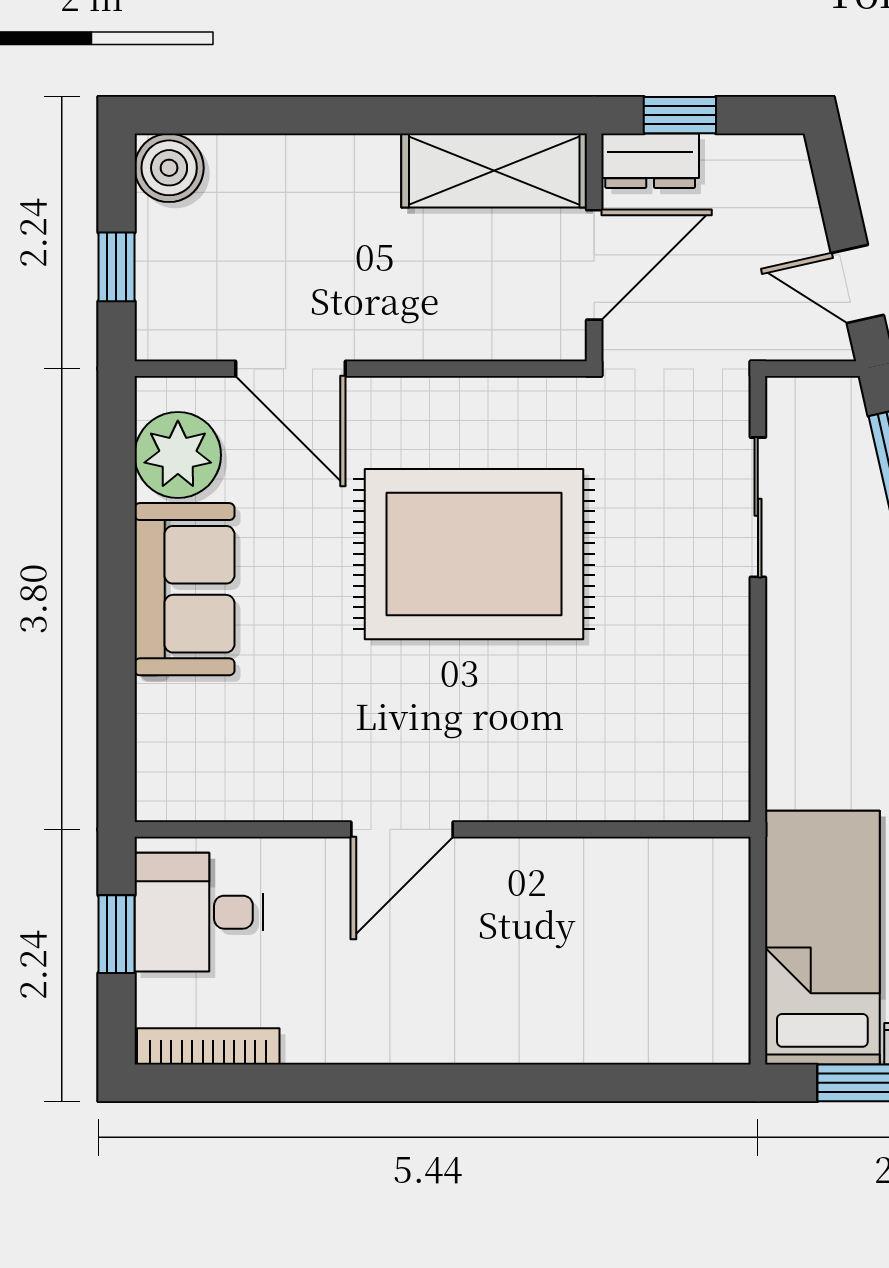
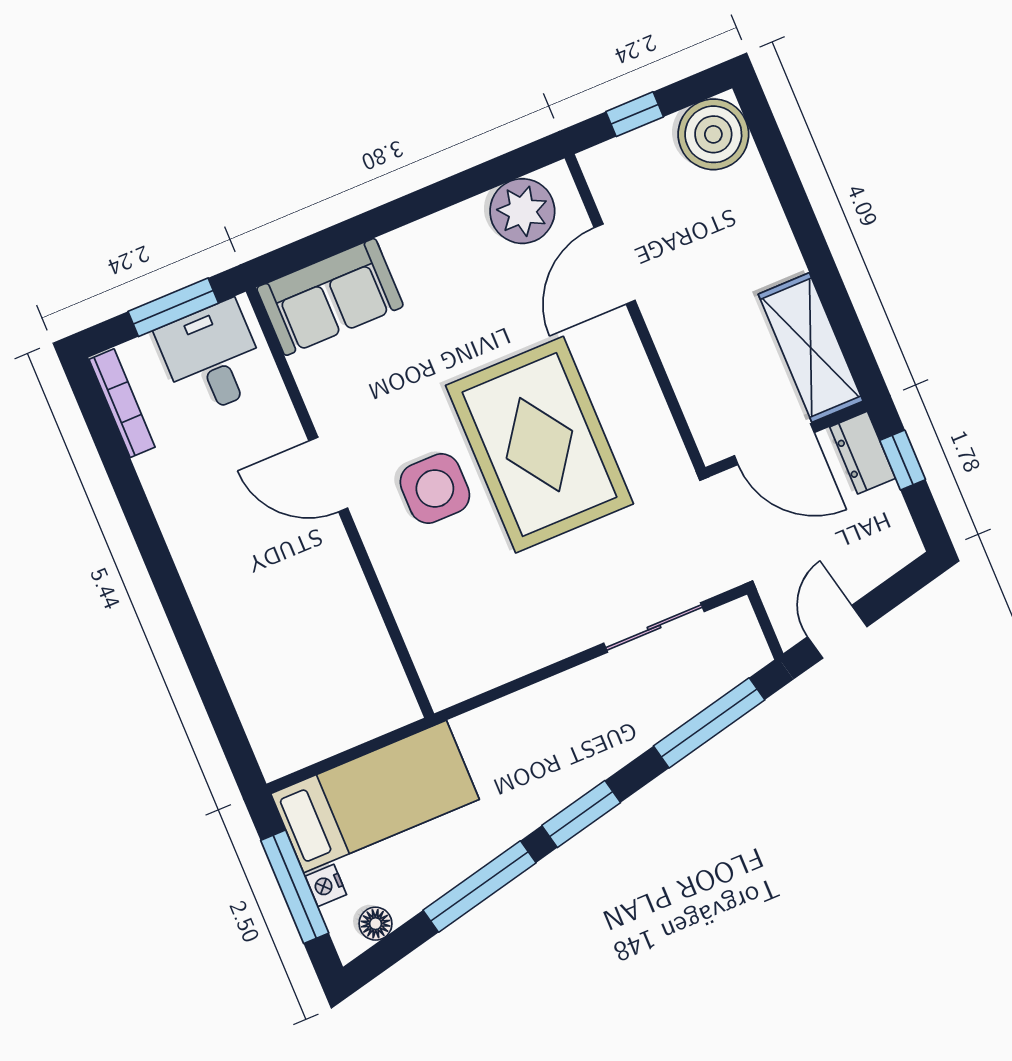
boiler: (169, 168) -> (713, 134), width x1.37, depth x1.37
sofa: (184, 589) -> (330, 297), moved
side table: (474, 705) -> (435, 489), added
window: (116, 934) -> (173, 307), width x1.50

